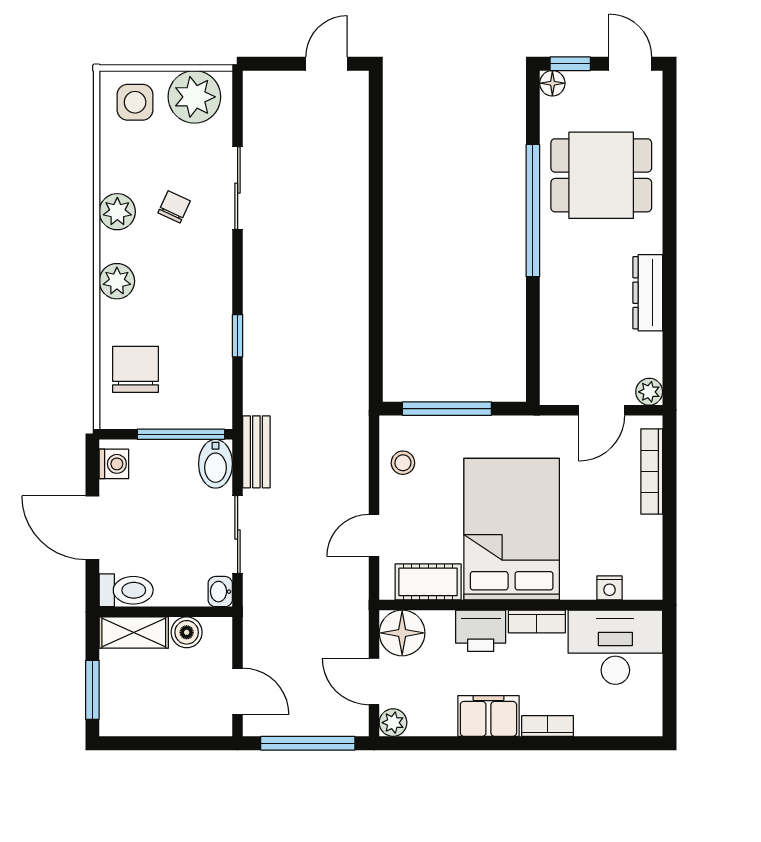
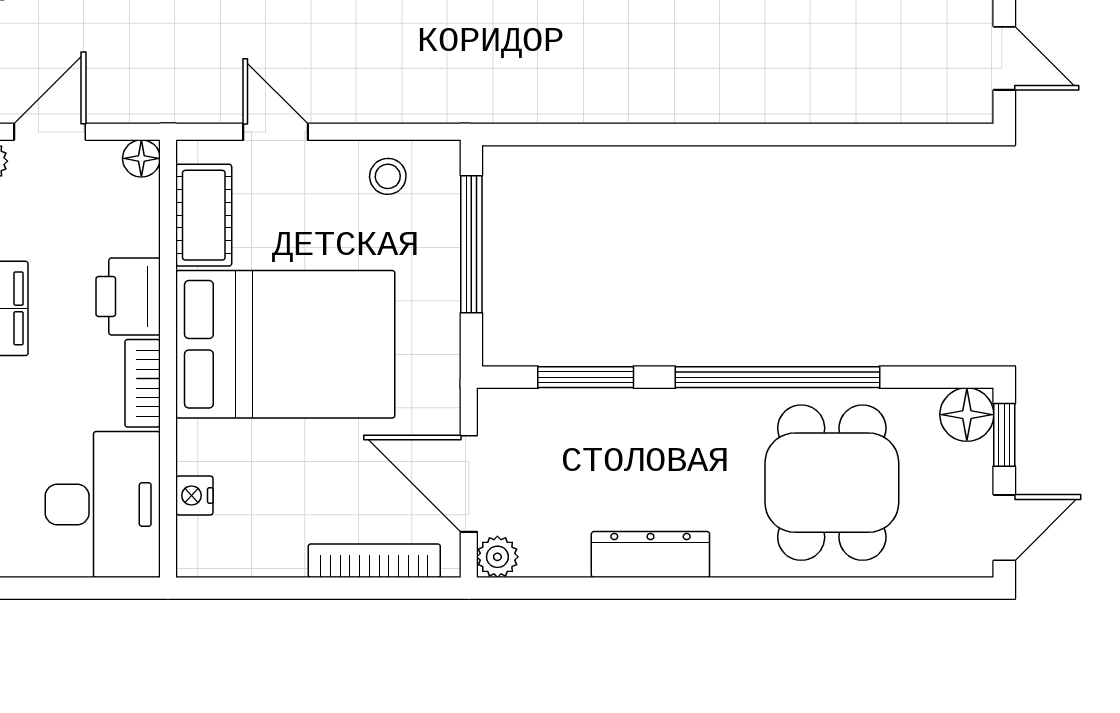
floor lamp: (552, 83) -> (967, 415), width x1.37, depth x1.37
window: (533, 335) -> (586, 377), added
door: (602, 410) -> (469, 484), width x1.38
floor lamp: (402, 633) -> (141, 158), width x0.53, depth x0.53

